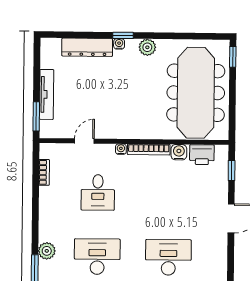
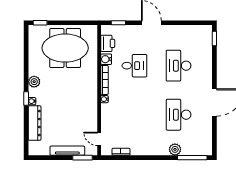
meeting table: (196, 93) -> (65, 48), width x0.73
door: (84, 141) -> (99, 139), moved
desk: (98, 192) -> (134, 66), moved

